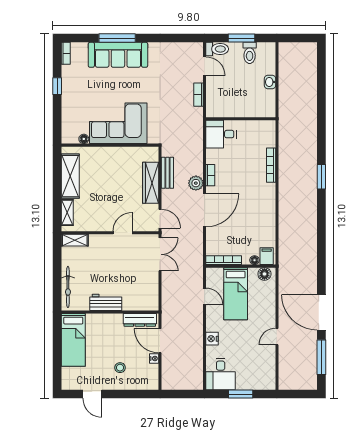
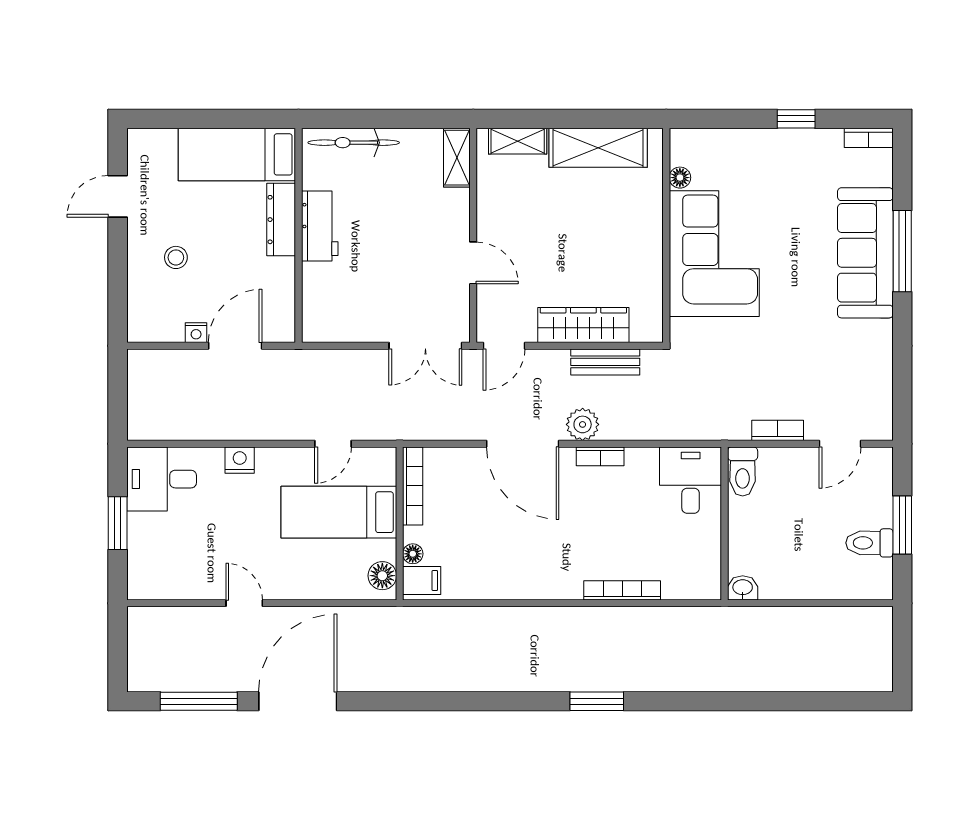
toilet: (217, 49) -> (743, 472), moved
washbasin: (270, 82) -> (743, 588), moved
dresser: (140, 320) -> (281, 220), moved

